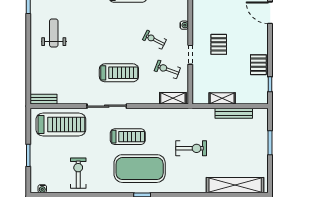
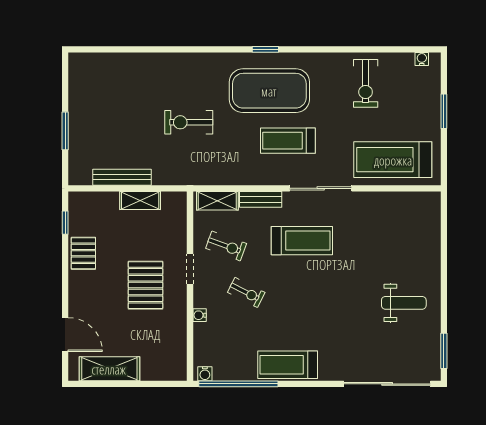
weight bench: (54, 33) -> (404, 303), turned -90
pallet: (219, 44) -> (145, 285), width x1.50, depth x1.42
treadmill: (119, 73) -> (302, 241), turned 180
bench: (43, 99) -> (261, 199), moved
shelving: (235, 185) -> (120, 65), removed

